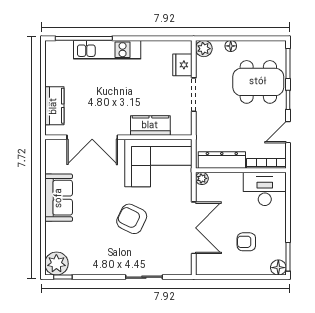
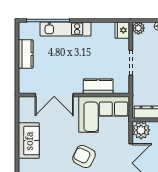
fridge: (182, 65) -> (122, 30), moved
kitchen counter: (54, 106) -> (26, 54), moved
plant: (202, 178) -> (141, 130), width x1.87, depth x1.87

